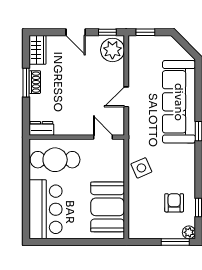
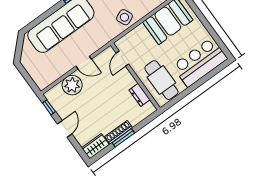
window: (145, 32) -> (30, 81), removed
plant: (112, 50) -> (72, 85), moved
shoe rack: (35, 82) -> (119, 132), width x1.43
dresser: (41, 128) -> (140, 95), moved

